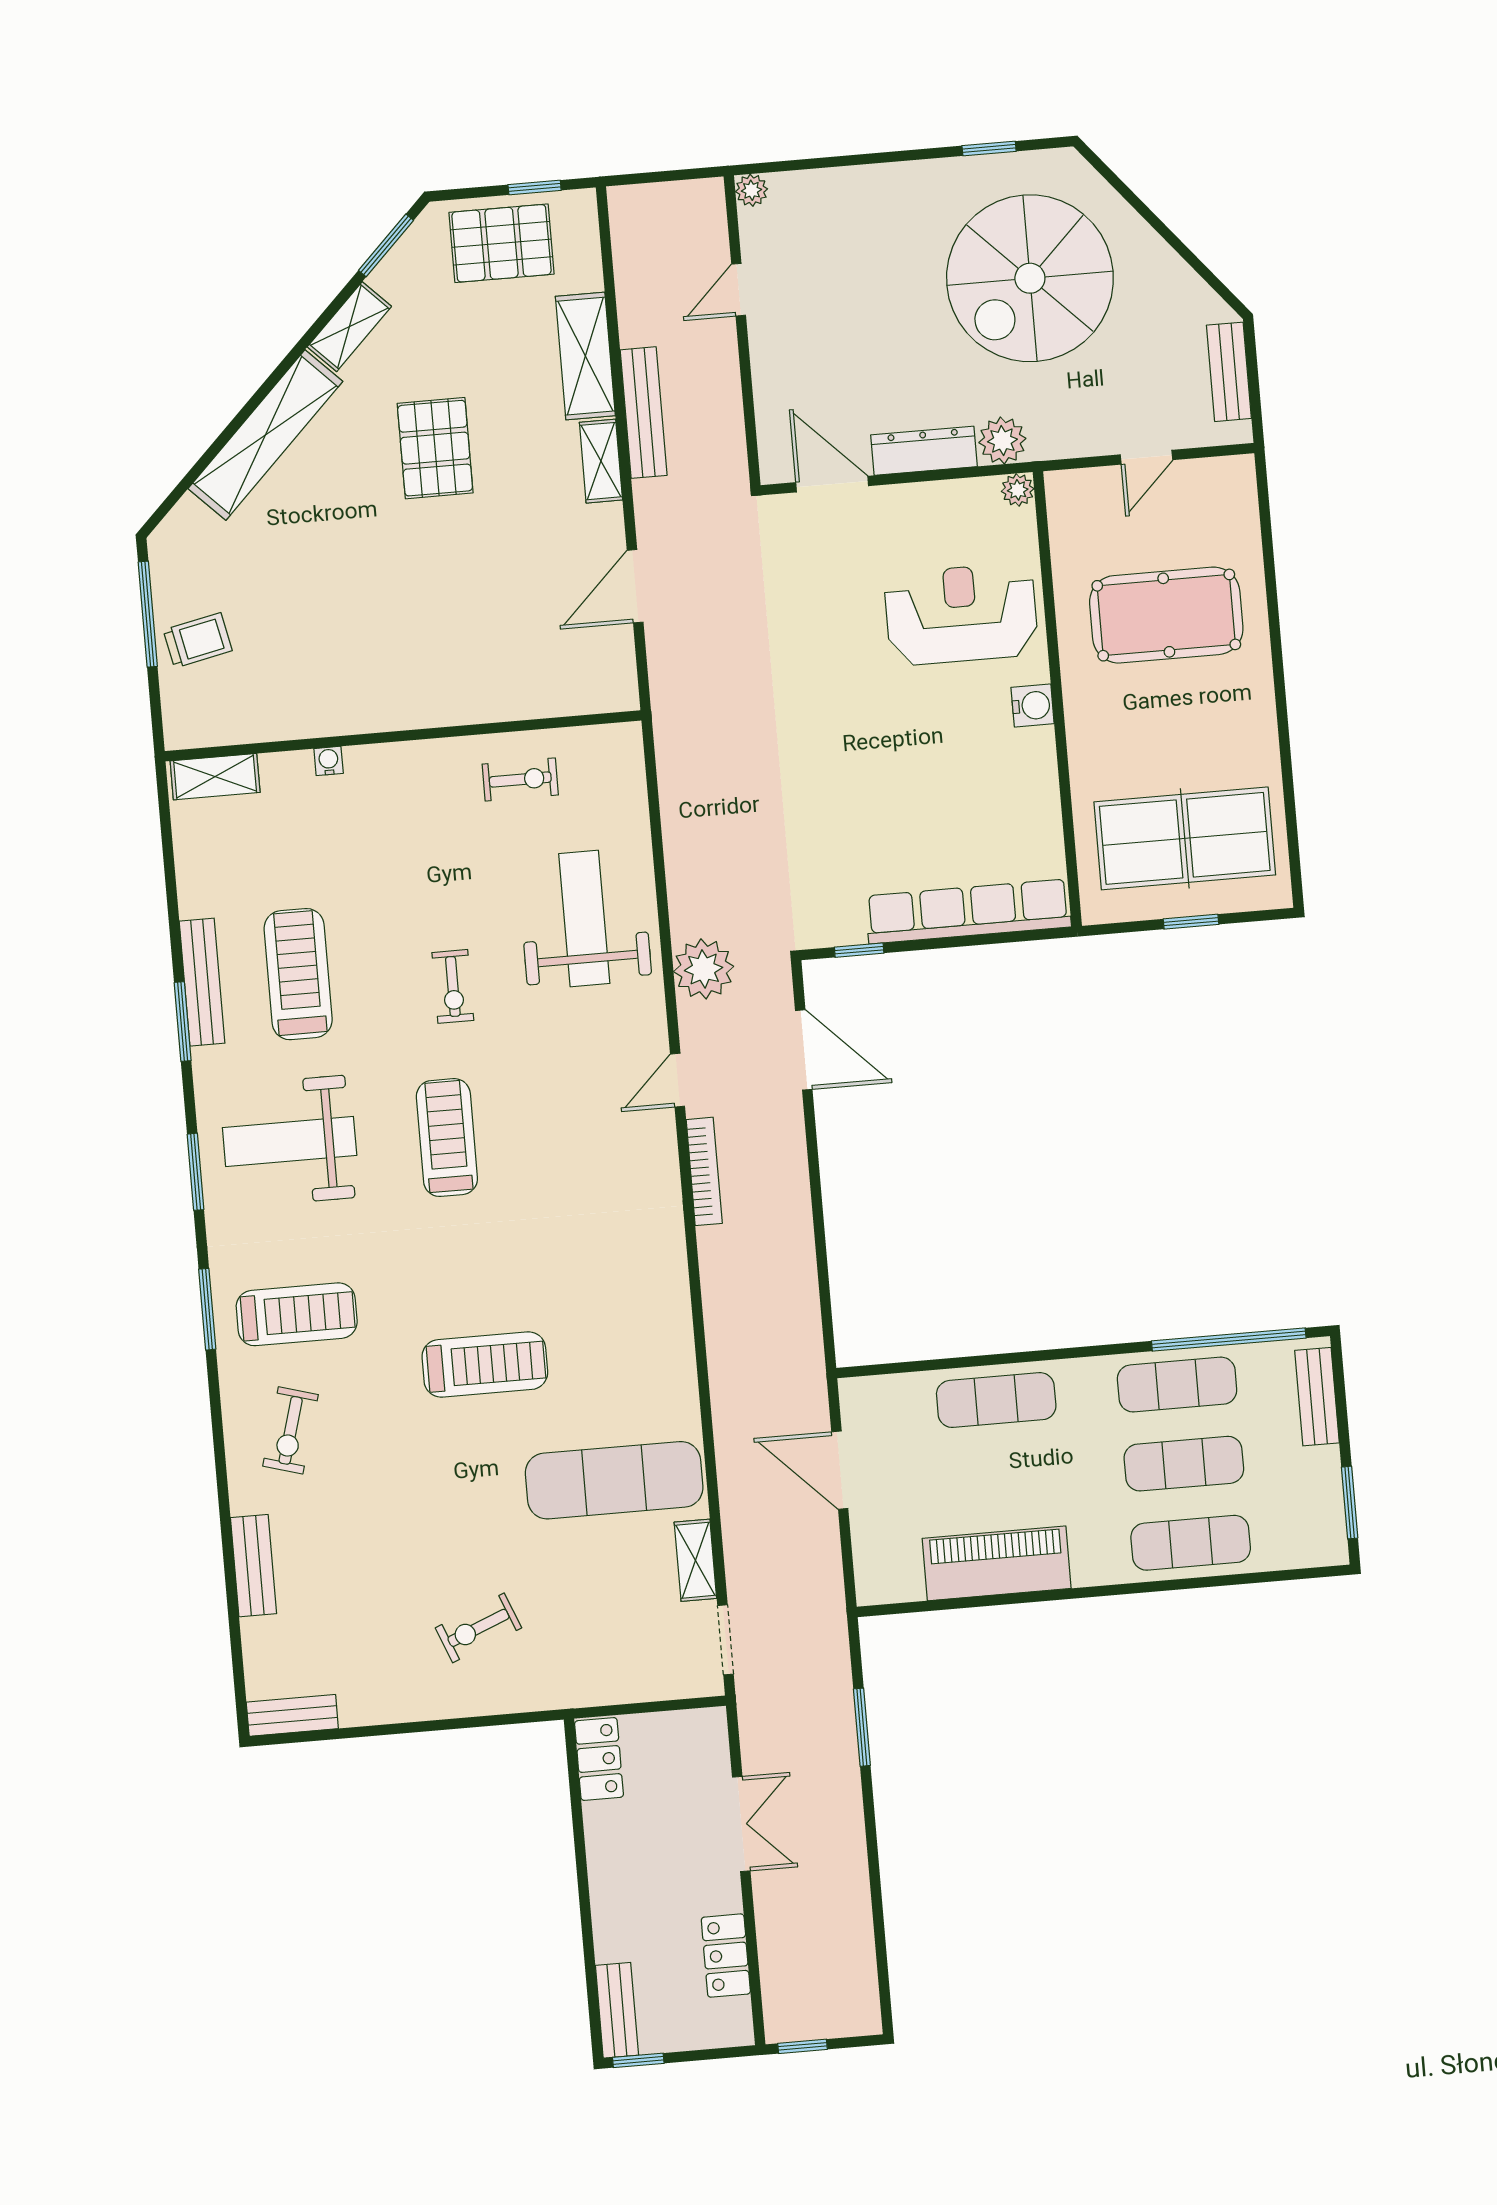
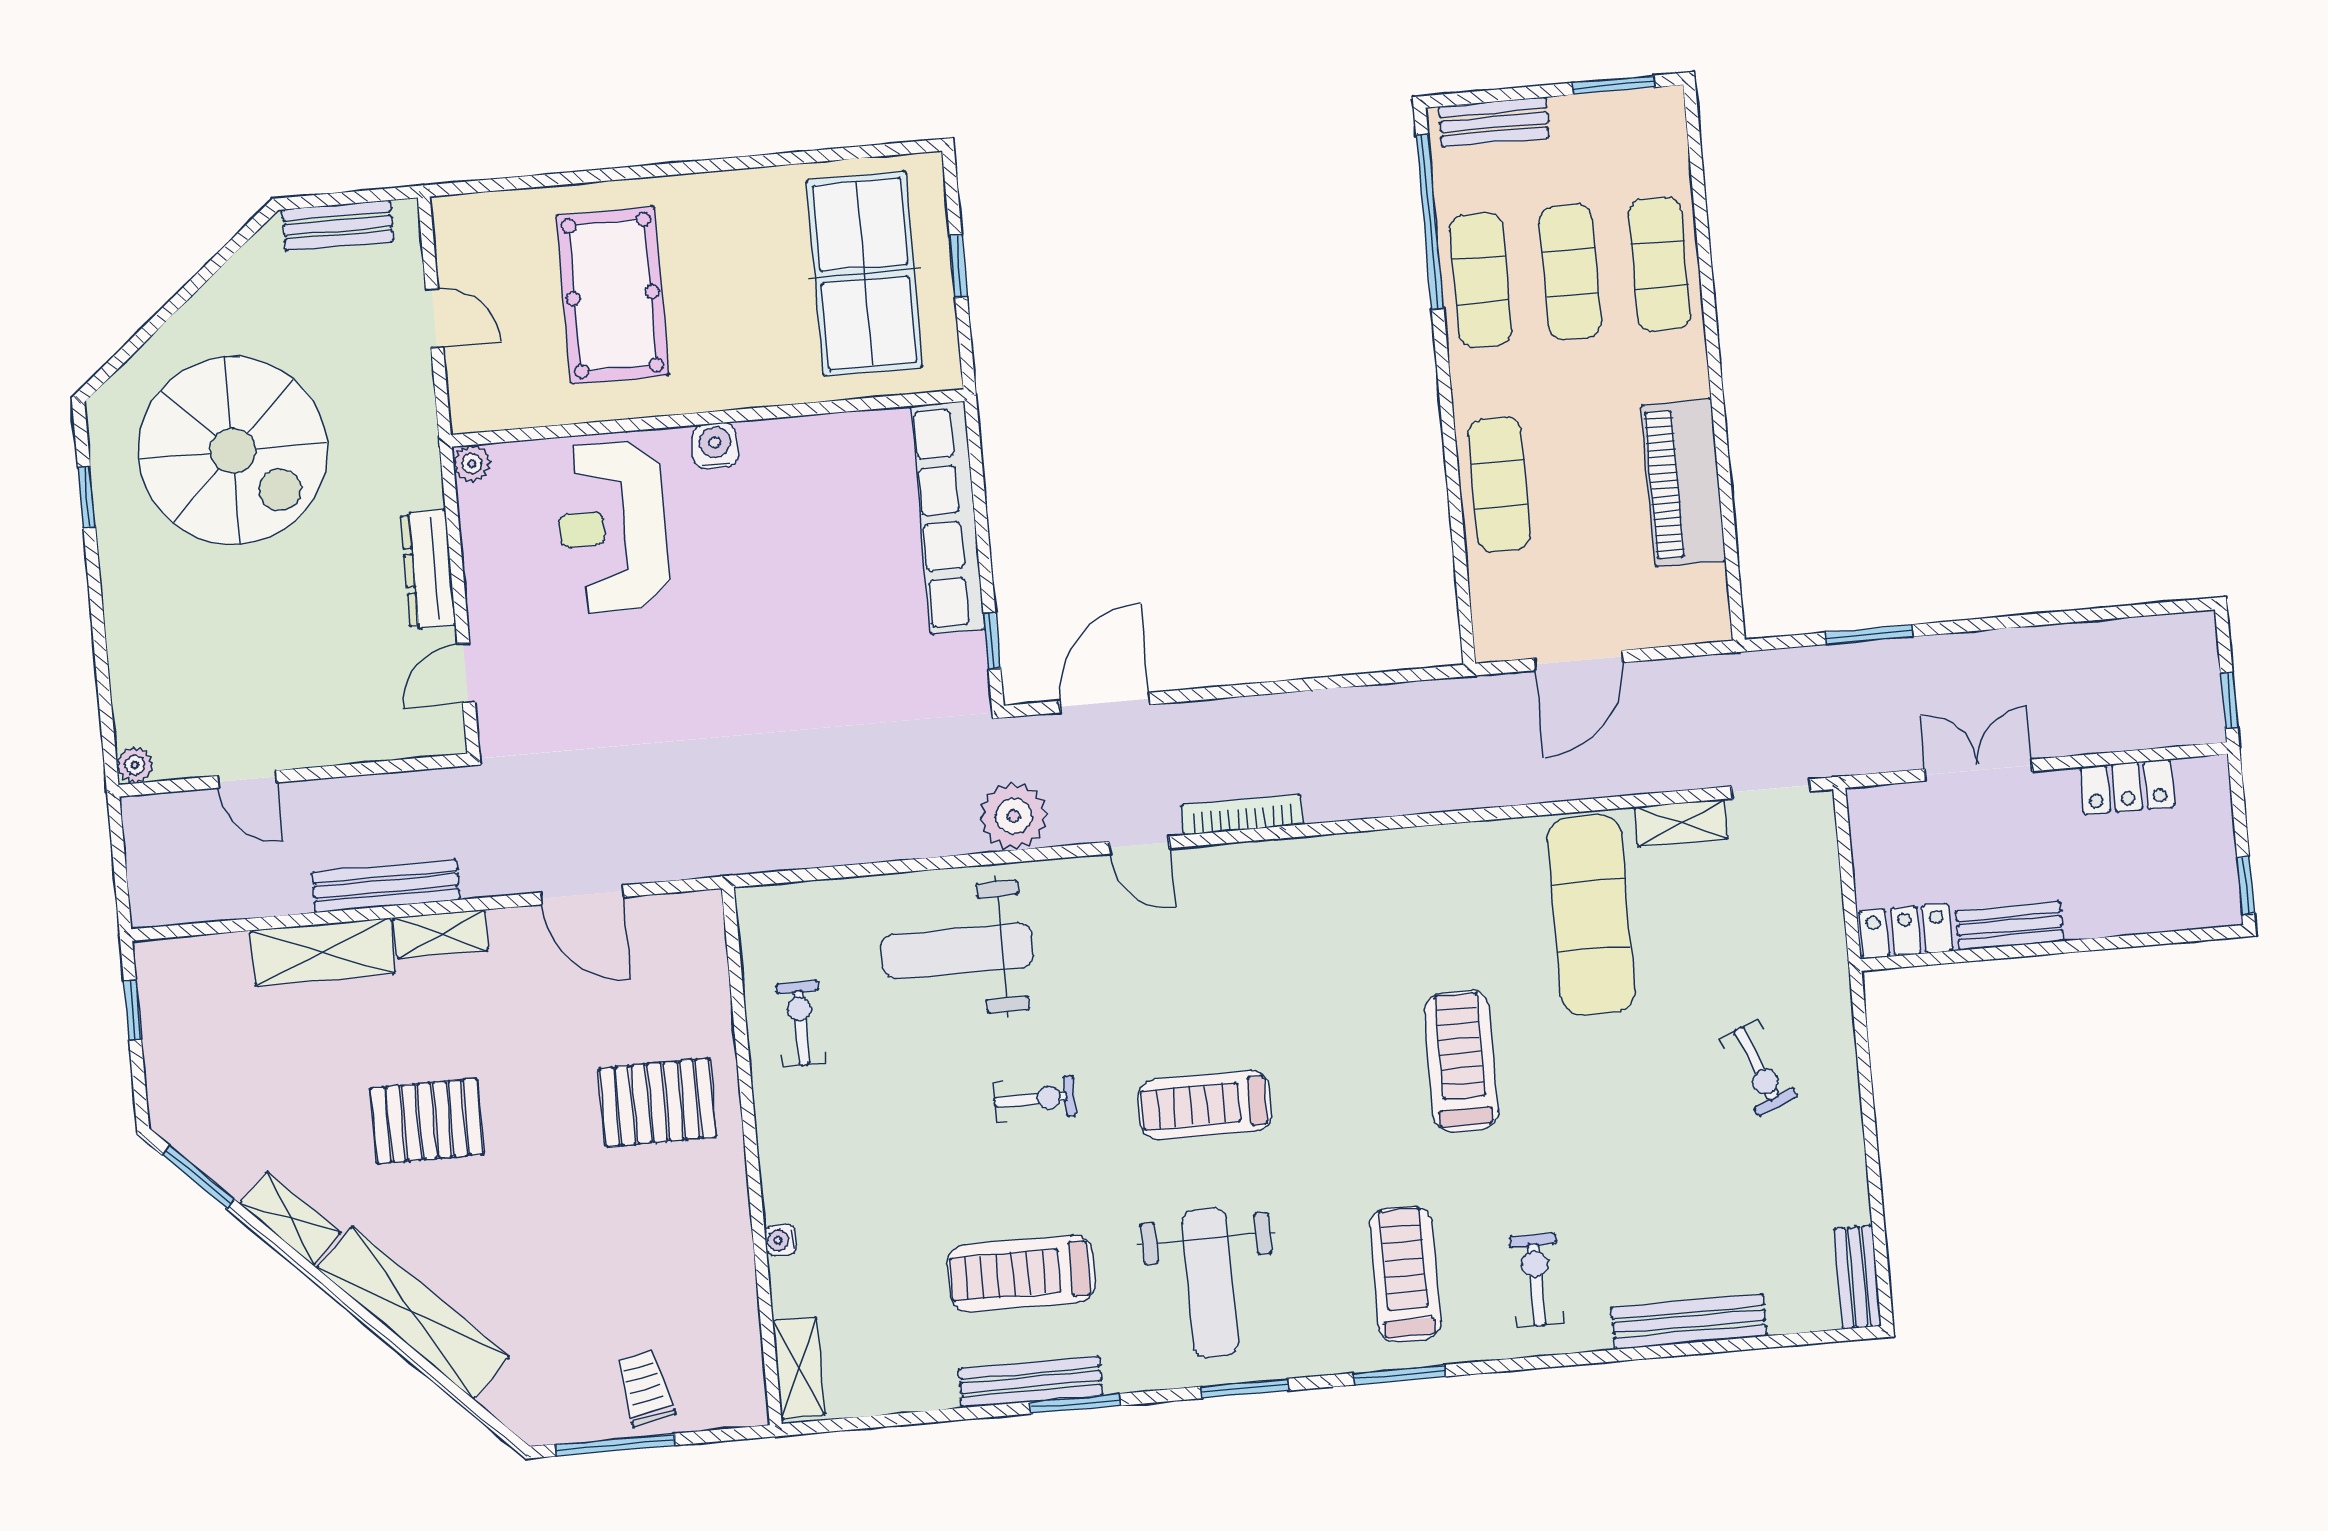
pallet: (502, 243) -> (657, 1103), moved, turned 90
plant: (1002, 441) -> (416, 481), removed
door: (832, 484) -> (466, 673), width x0.73
exercise bike: (291, 1430) -> (1536, 1280), turned -106
bench: (254, 1566) -> (1689, 1322), width x1.36
bench: (617, 2010) -> (2010, 926), moved

